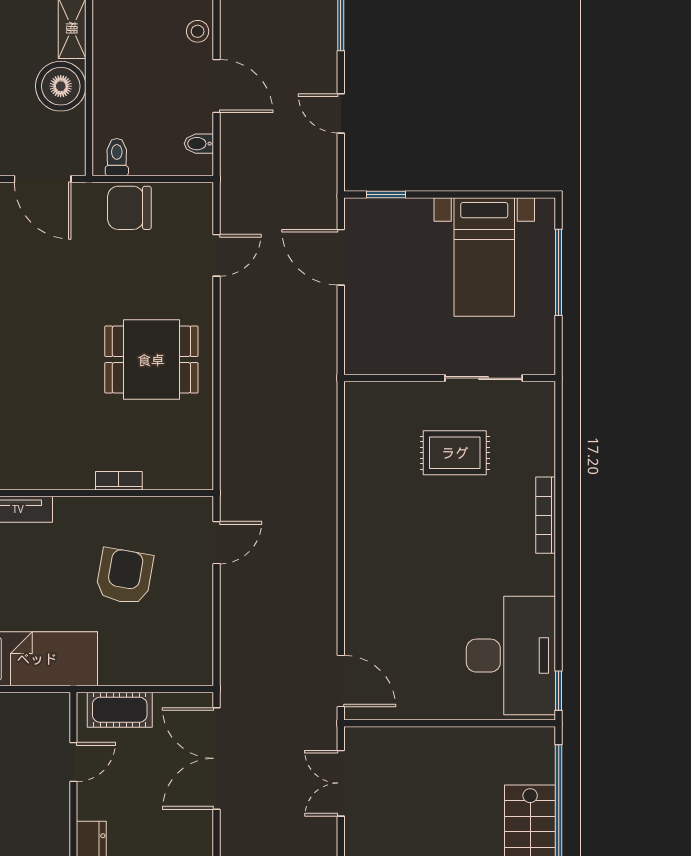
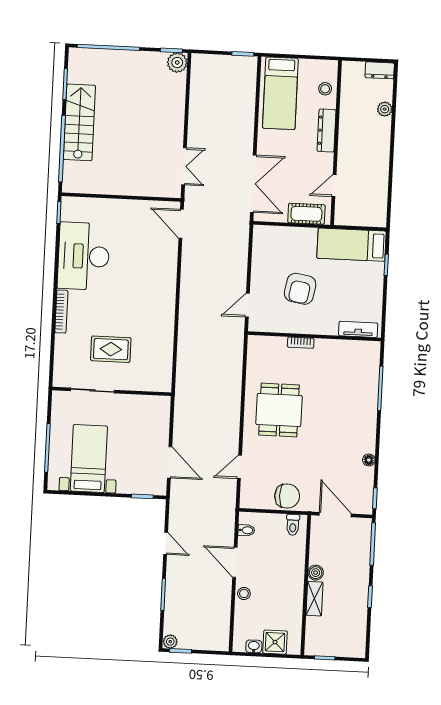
boiler: (61, 86) -> (316, 573), width x0.54, depth x0.54
dining table: (151, 360) -> (279, 410), turned 90
desk: (511, 656) -> (84, 256), moved

